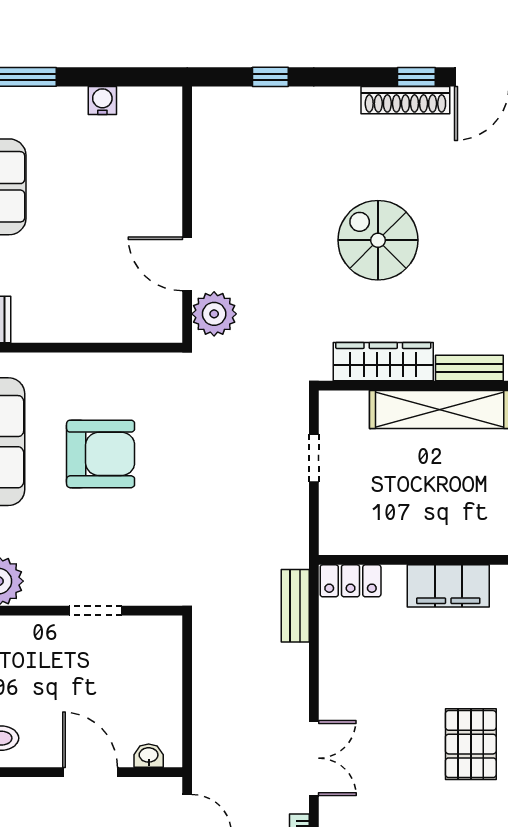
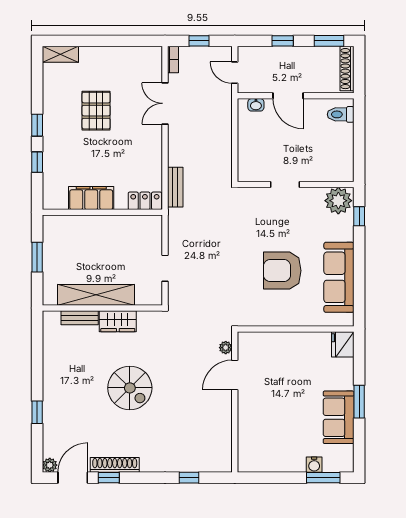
water cooler: (102, 101) -> (314, 465), moved
door: (187, 264) -> (235, 375), swing flipped
plant: (214, 314) -> (226, 348), width x0.53, depth x0.53
wardrobe: (383, 362) -> (118, 321), width x0.67
pallet: (471, 744) -> (96, 111), moved

